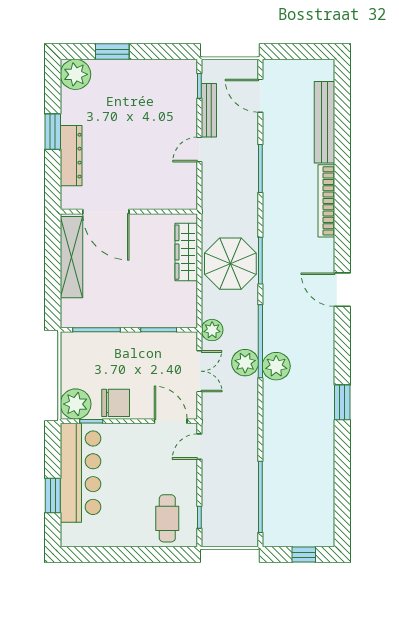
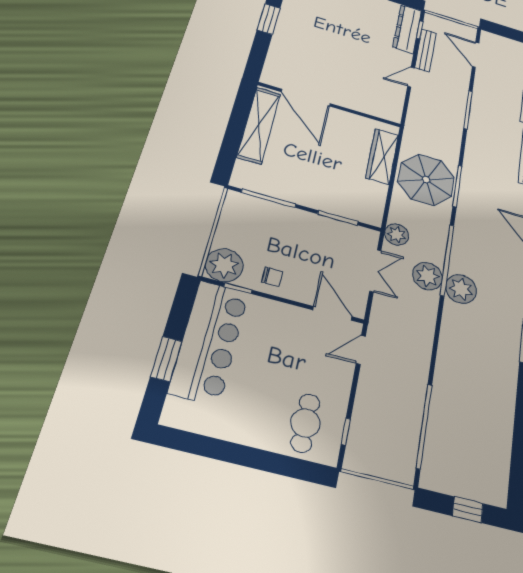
dresser: (71, 156) -> (407, 29), moved, turned 180
chair: (116, 403) -> (272, 277), width x0.54, depth x0.54

